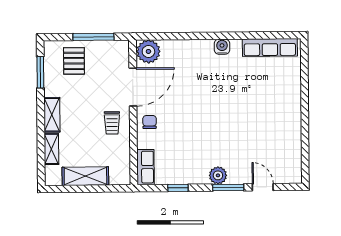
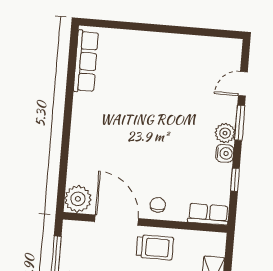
water cooler: (222, 47) -> (225, 153), moved, turned 180
chair: (150, 122) -> (158, 205), turned 90
trolley: (112, 123) -> (155, 247), width x1.36, depth x1.39

